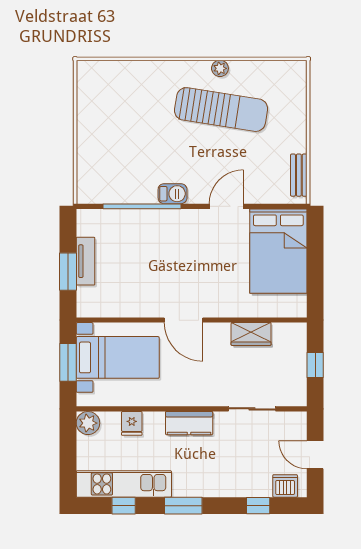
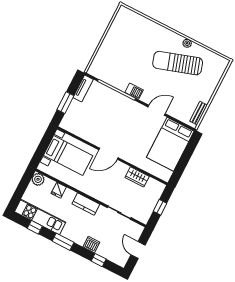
sun lounger: (221, 110) -> (178, 63), turned 153
tv unit: (85, 261) -> (83, 89), moved
door: (183, 320) -> (108, 154), hinge flipped
window: (68, 362) -> (43, 146), removed
dishwasher: (285, 486) -> (91, 245), moved

